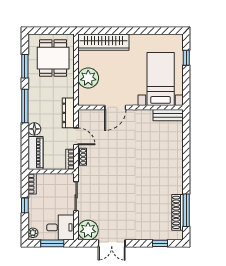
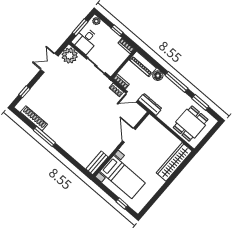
dining table: (53, 58) -> (191, 124), turned 90
plant: (88, 78) -> (160, 134), removed
window: (186, 210) -> (44, 136), moved

